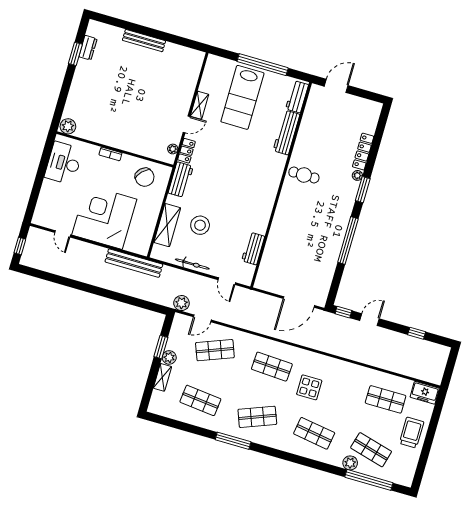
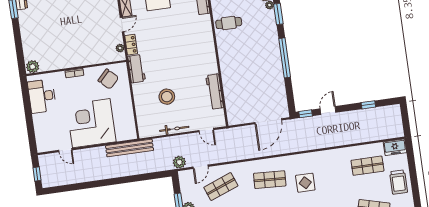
shelving: (167, 225) -> (142, 108), removed
workbench: (253, 249) -> (215, 92), width x1.38
trolley: (412, 433) -> (399, 182), turned 180

